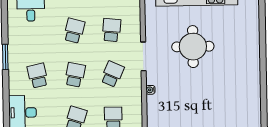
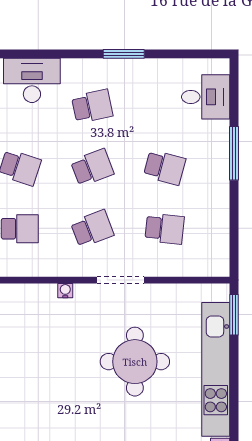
school desk: (112, 74) -> (92, 229), turned -45
school desk: (75, 75) -> (92, 167), turned -33

